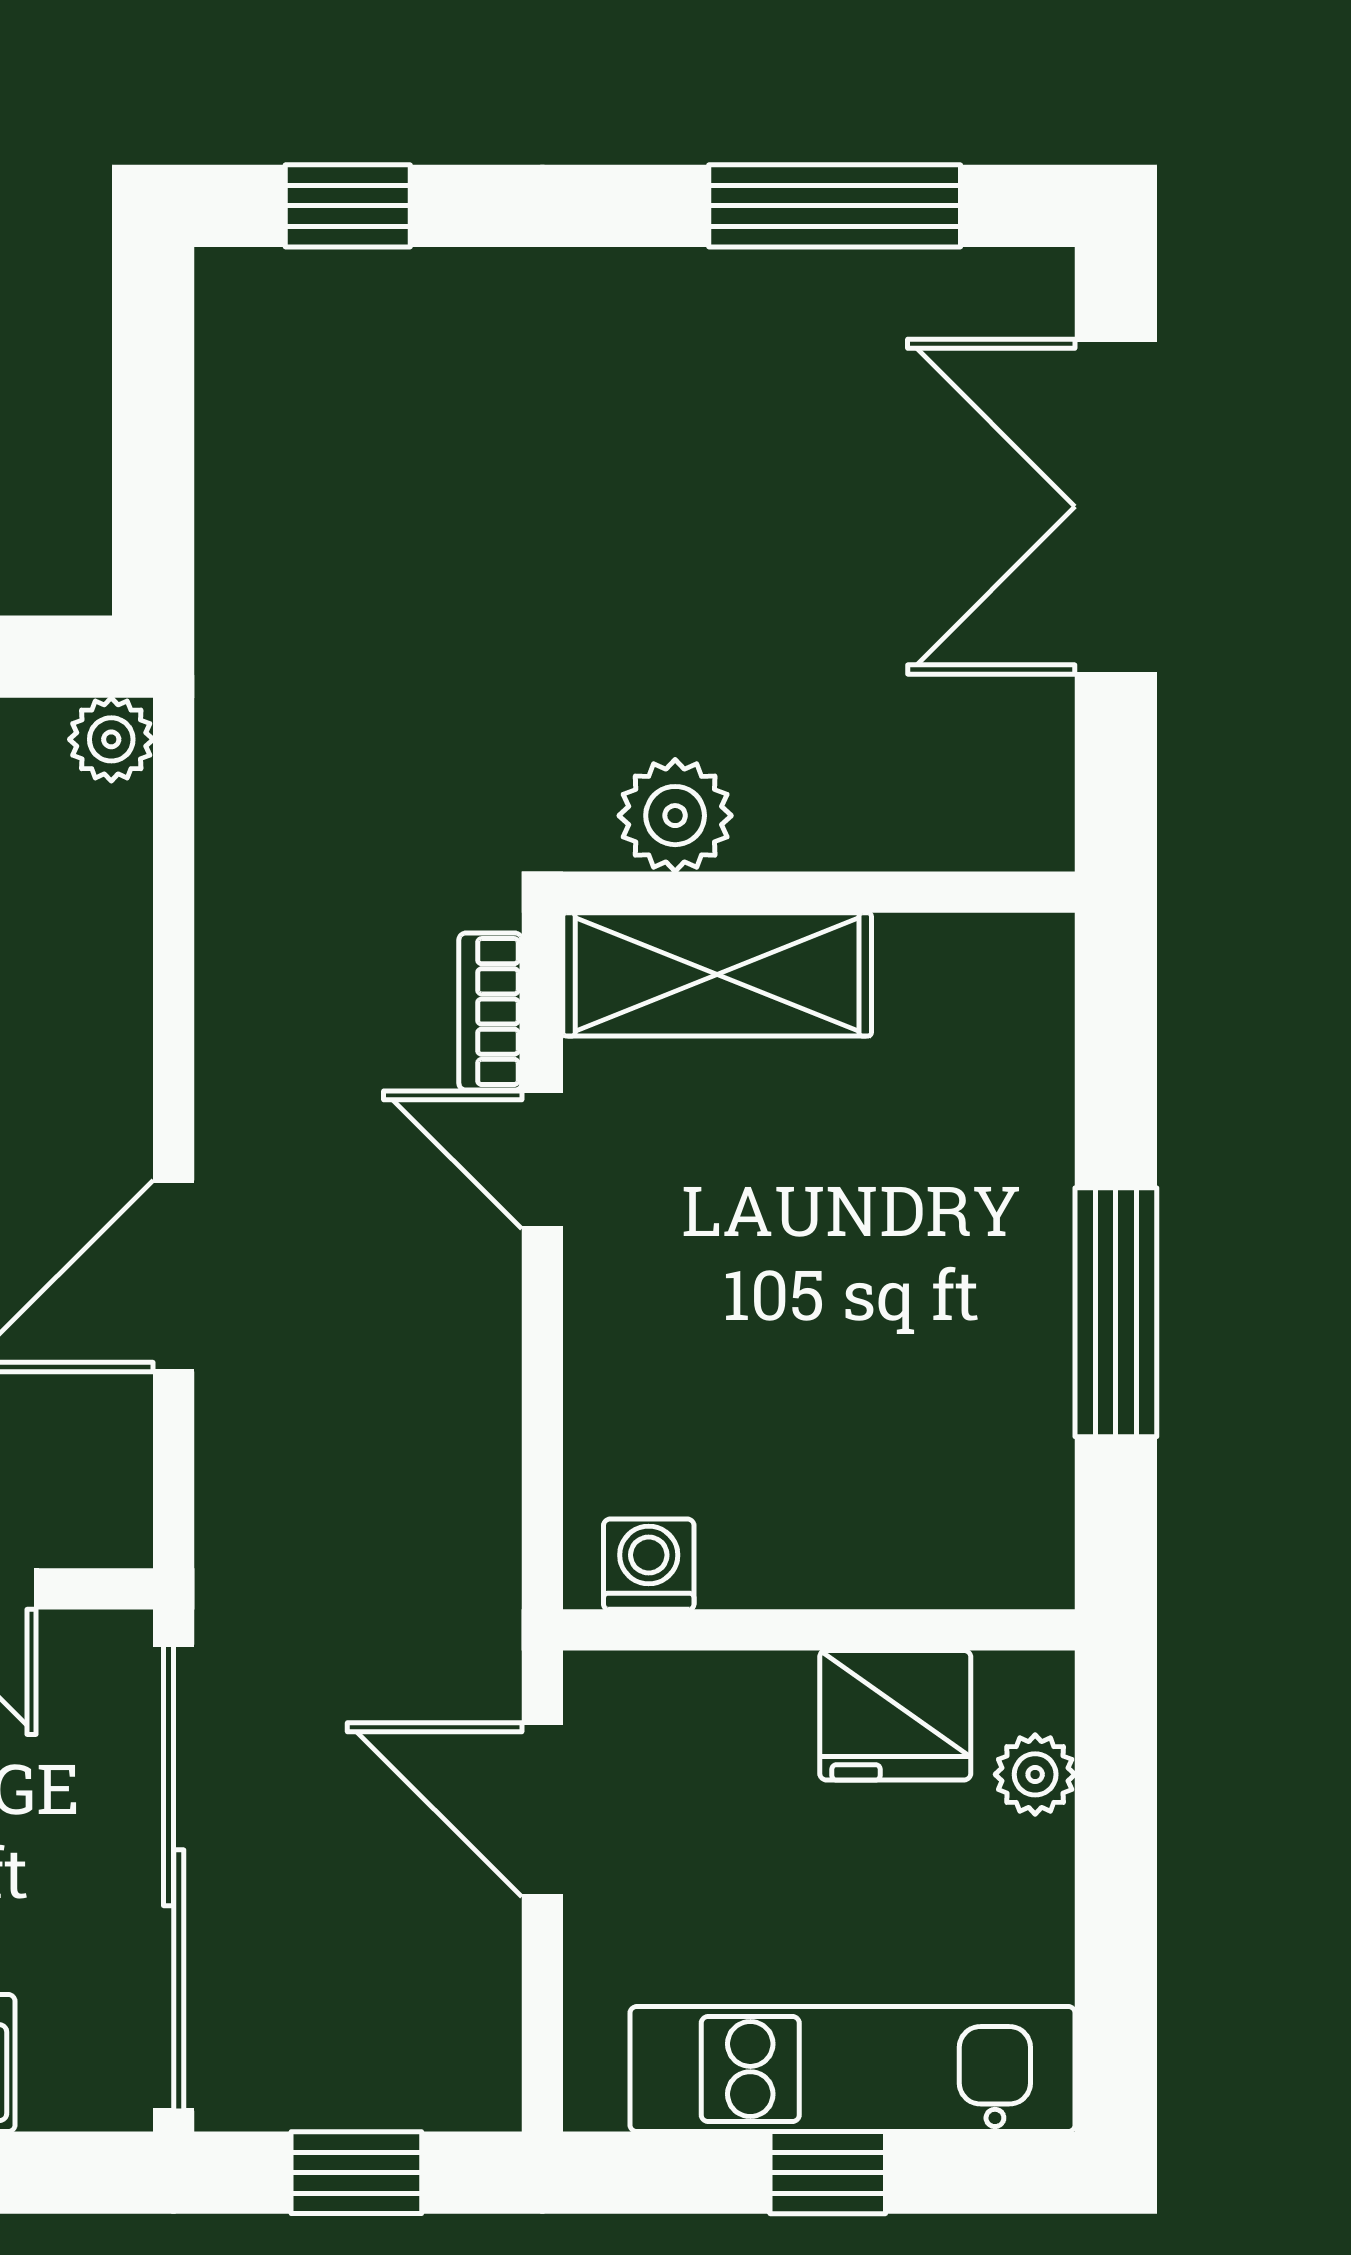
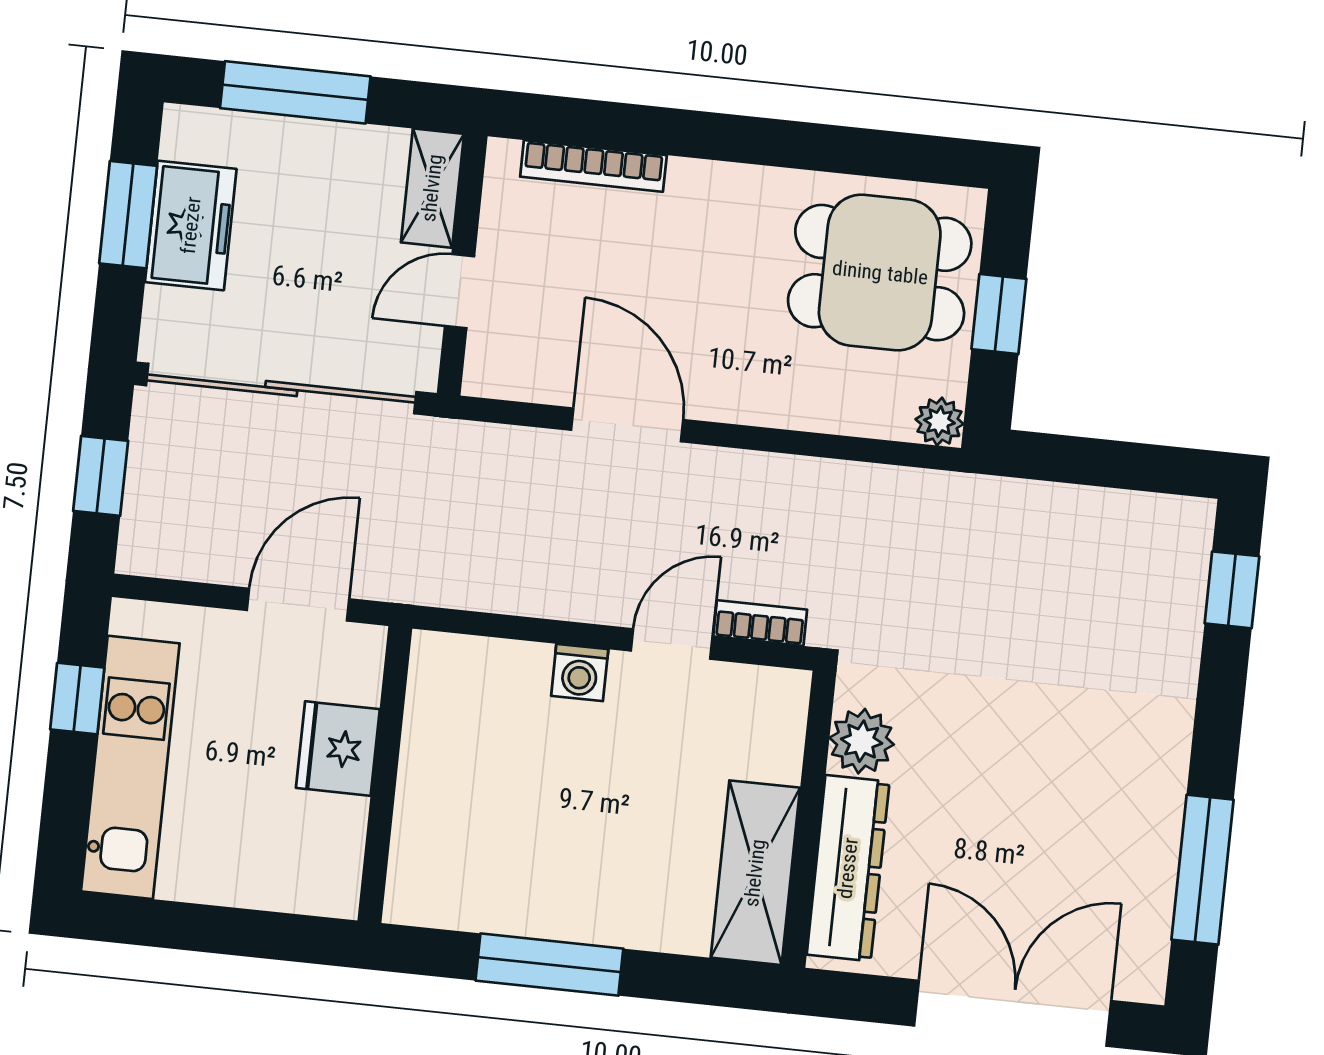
dresser: (896, 816) -> (848, 868), added
shelving: (717, 974) -> (755, 873), moved
washing machine: (649, 1564) -> (580, 672), moved, turned 90
fridge: (895, 1715) -> (338, 749), moved
plant: (1035, 1774) -> (289, 890), removed
window: (828, 2173) -> (77, 699), moved

